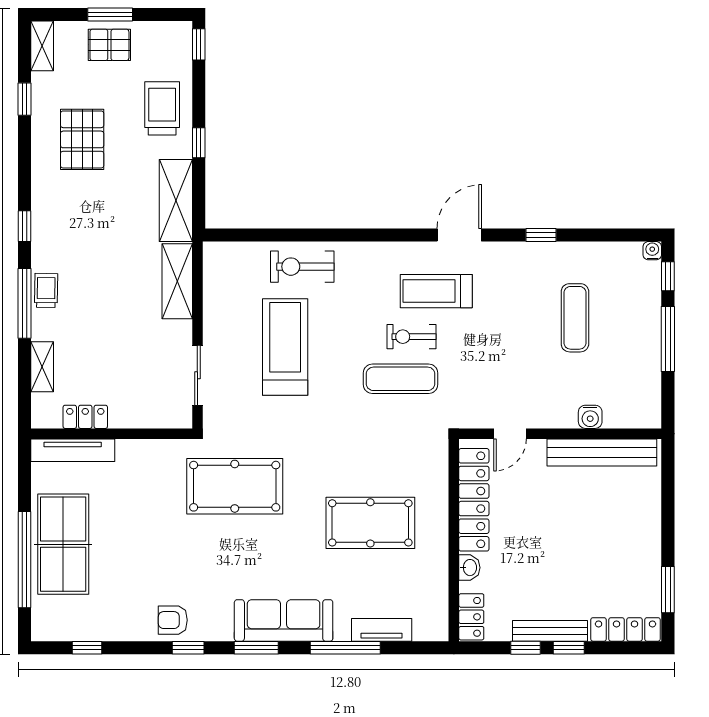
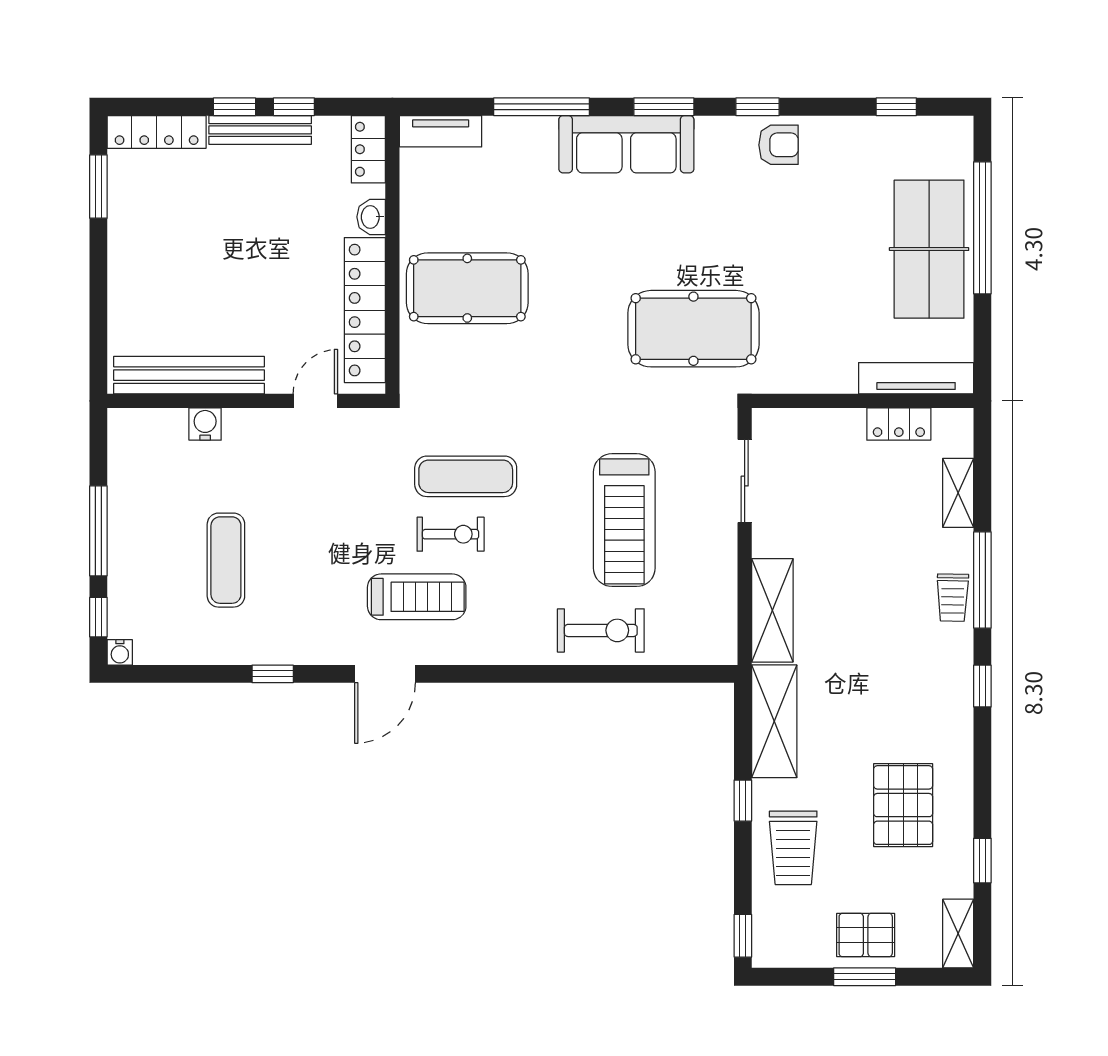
pool table: (370, 523) -> (467, 288), moved
tv unit: (382, 630) -> (441, 131), moved

